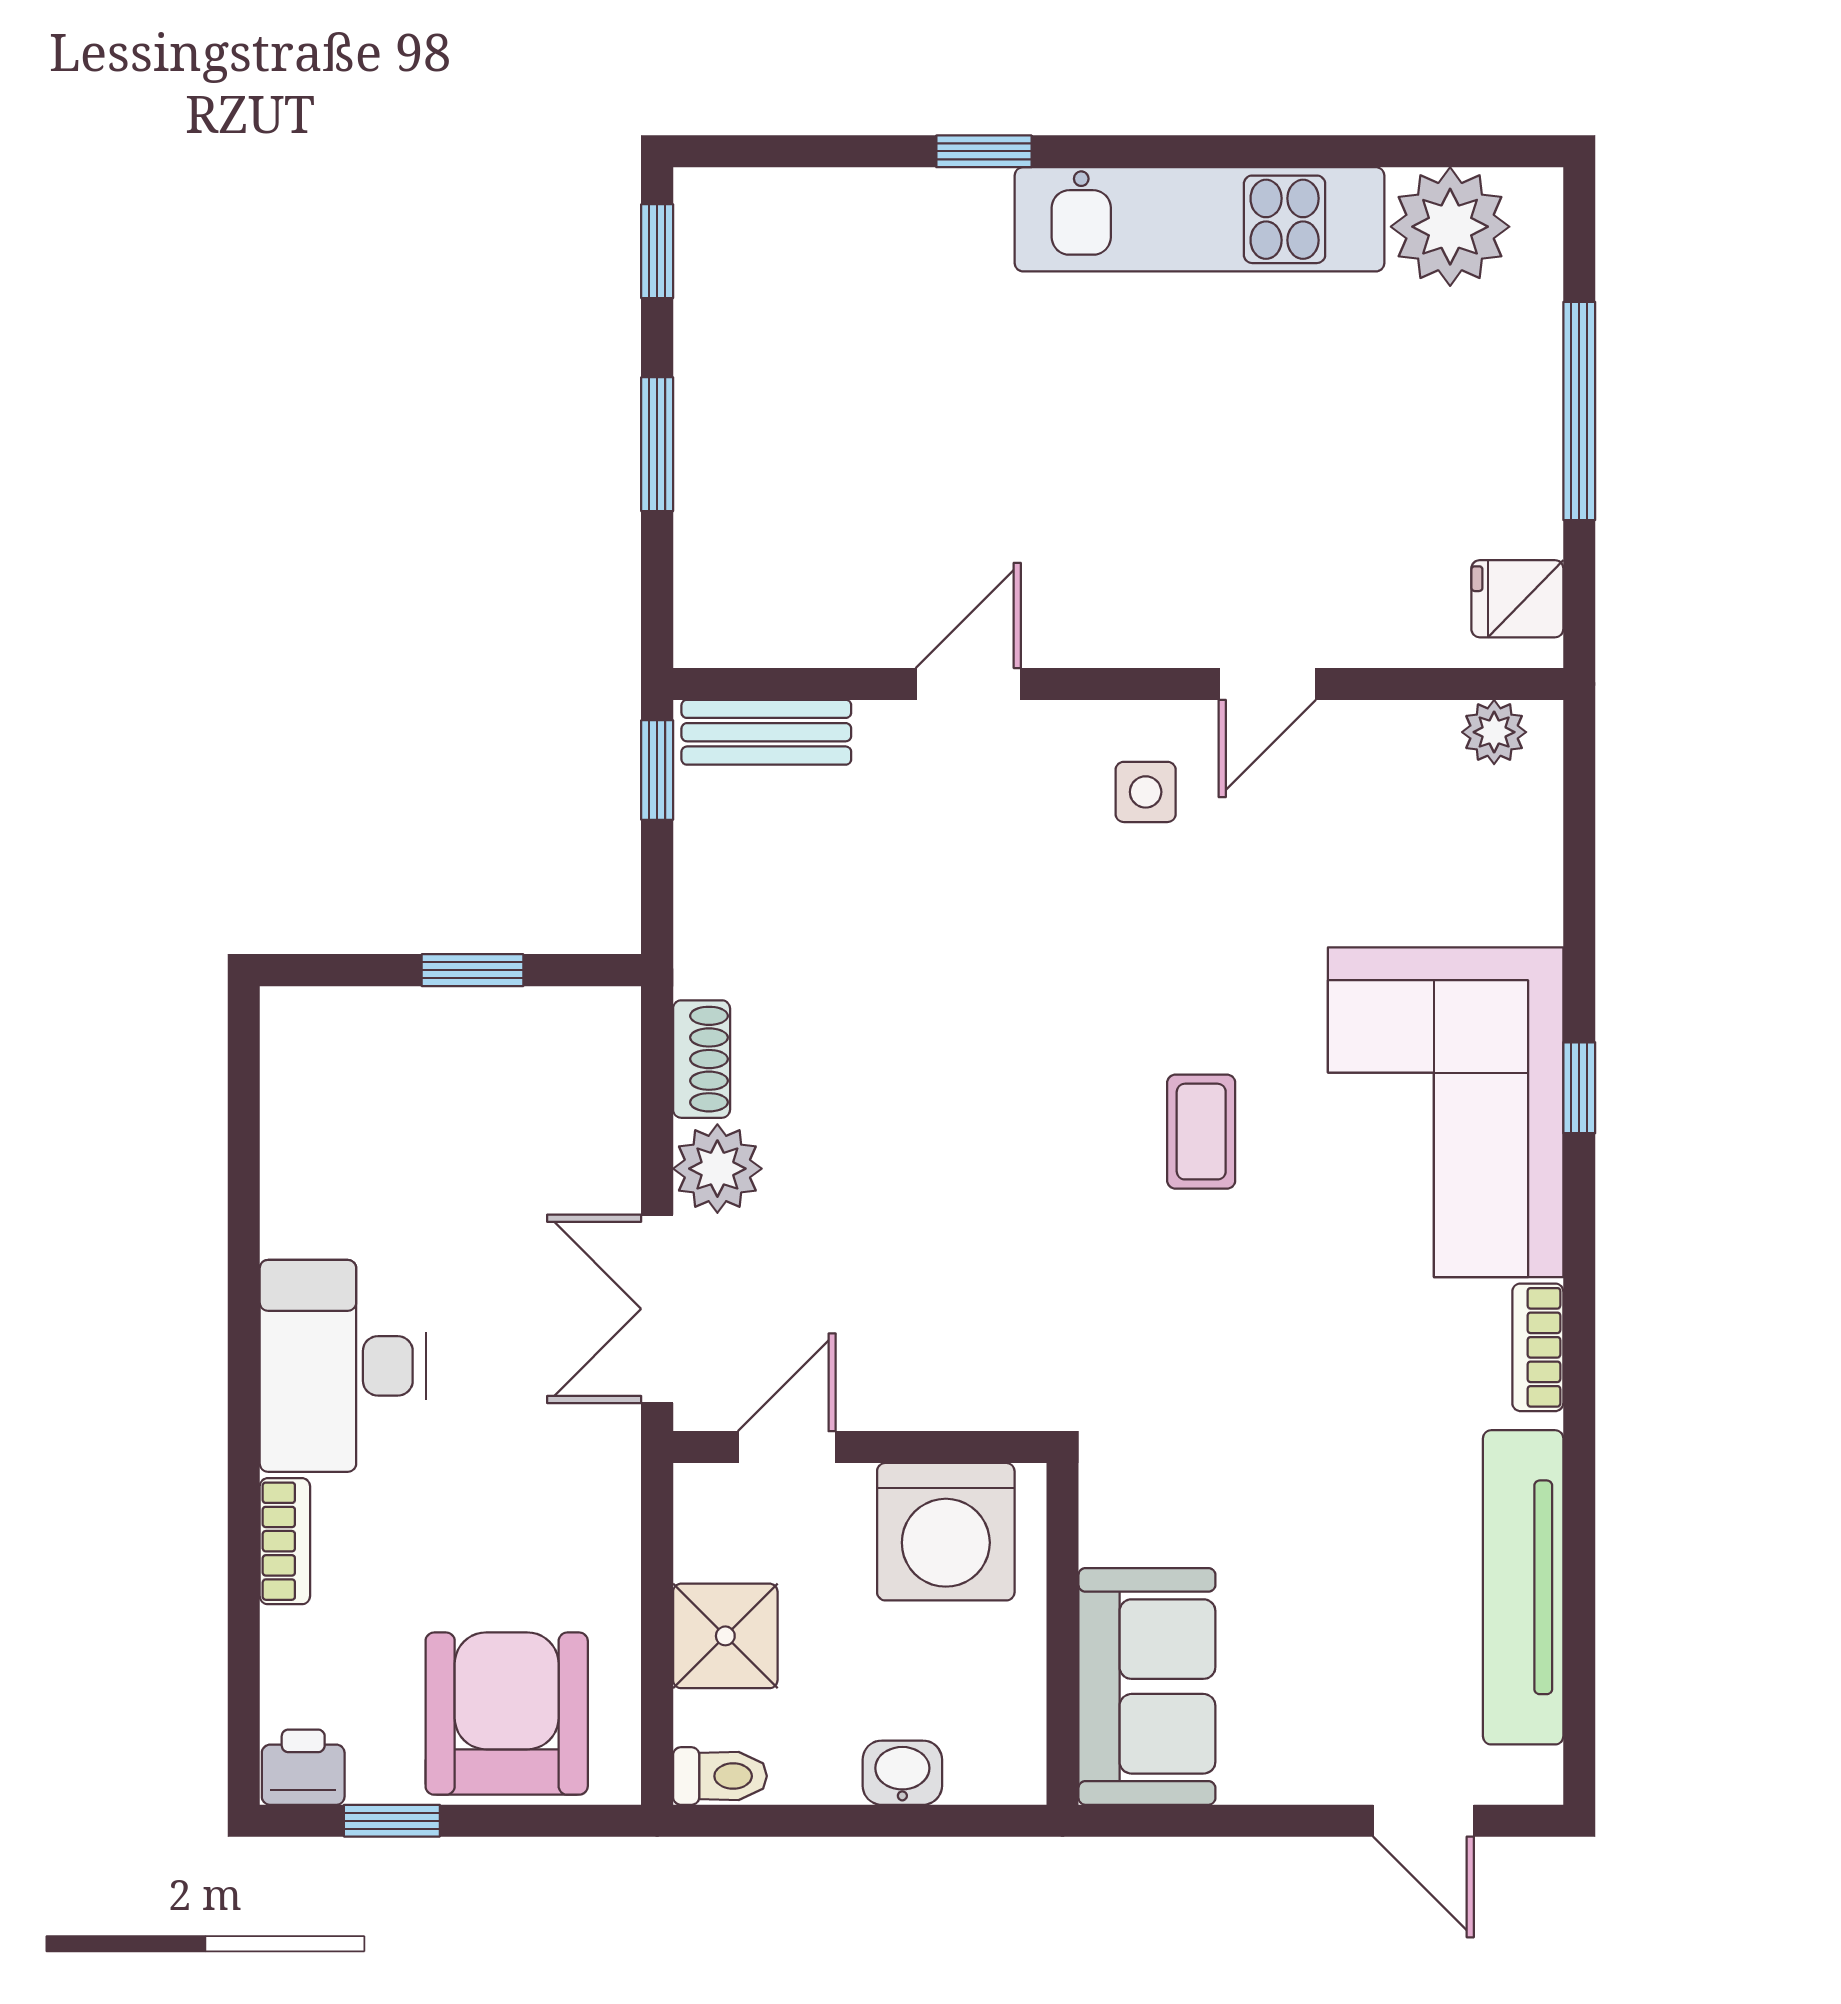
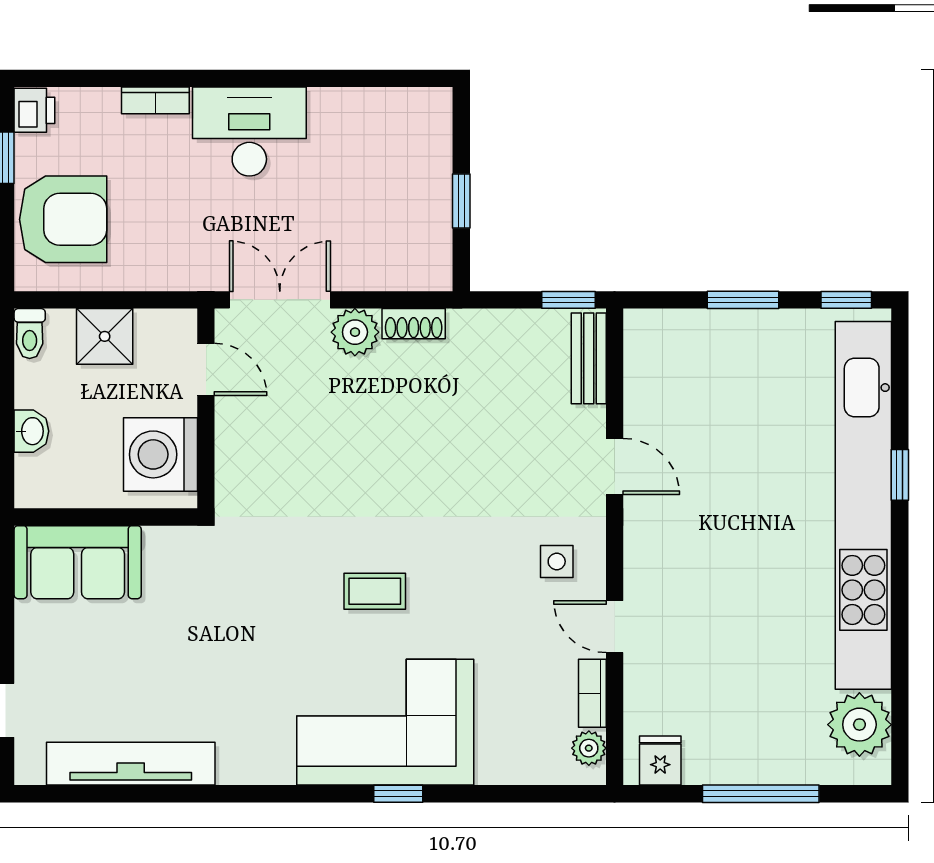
kitchen unit: (1200, 219) -> (863, 505), width x1.86
bookcase: (1538, 1347) -> (592, 693), moved, turned -90

